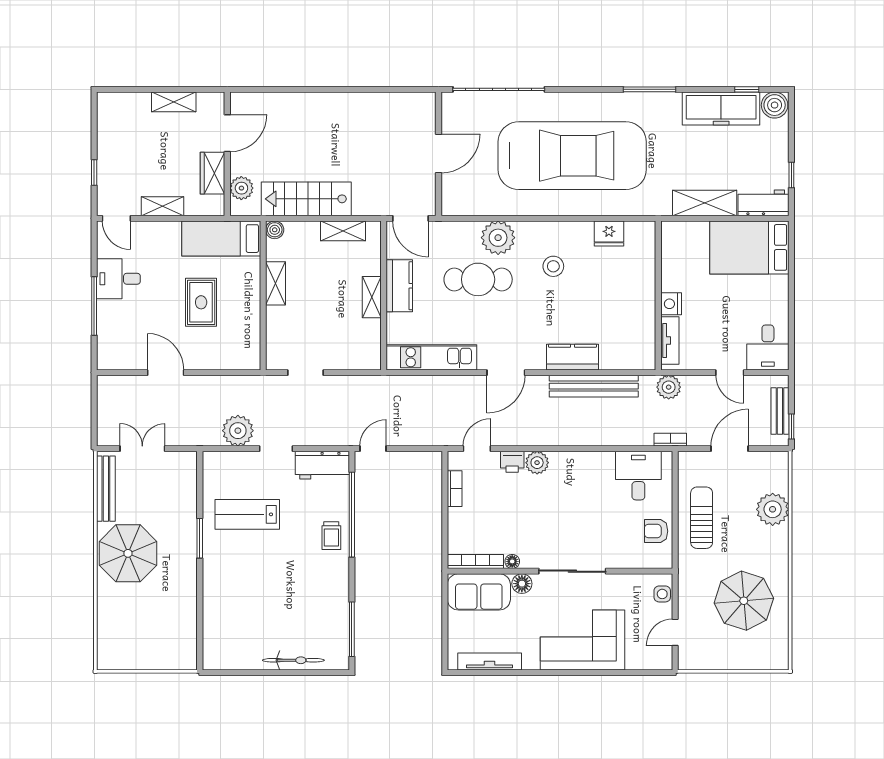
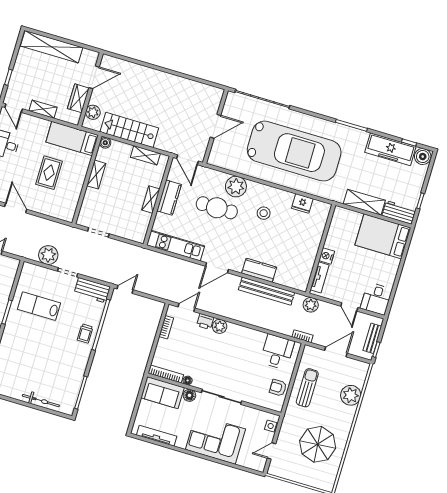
shelving: (174, 102) -> (52, 47), width x2.20, depth x1.33

